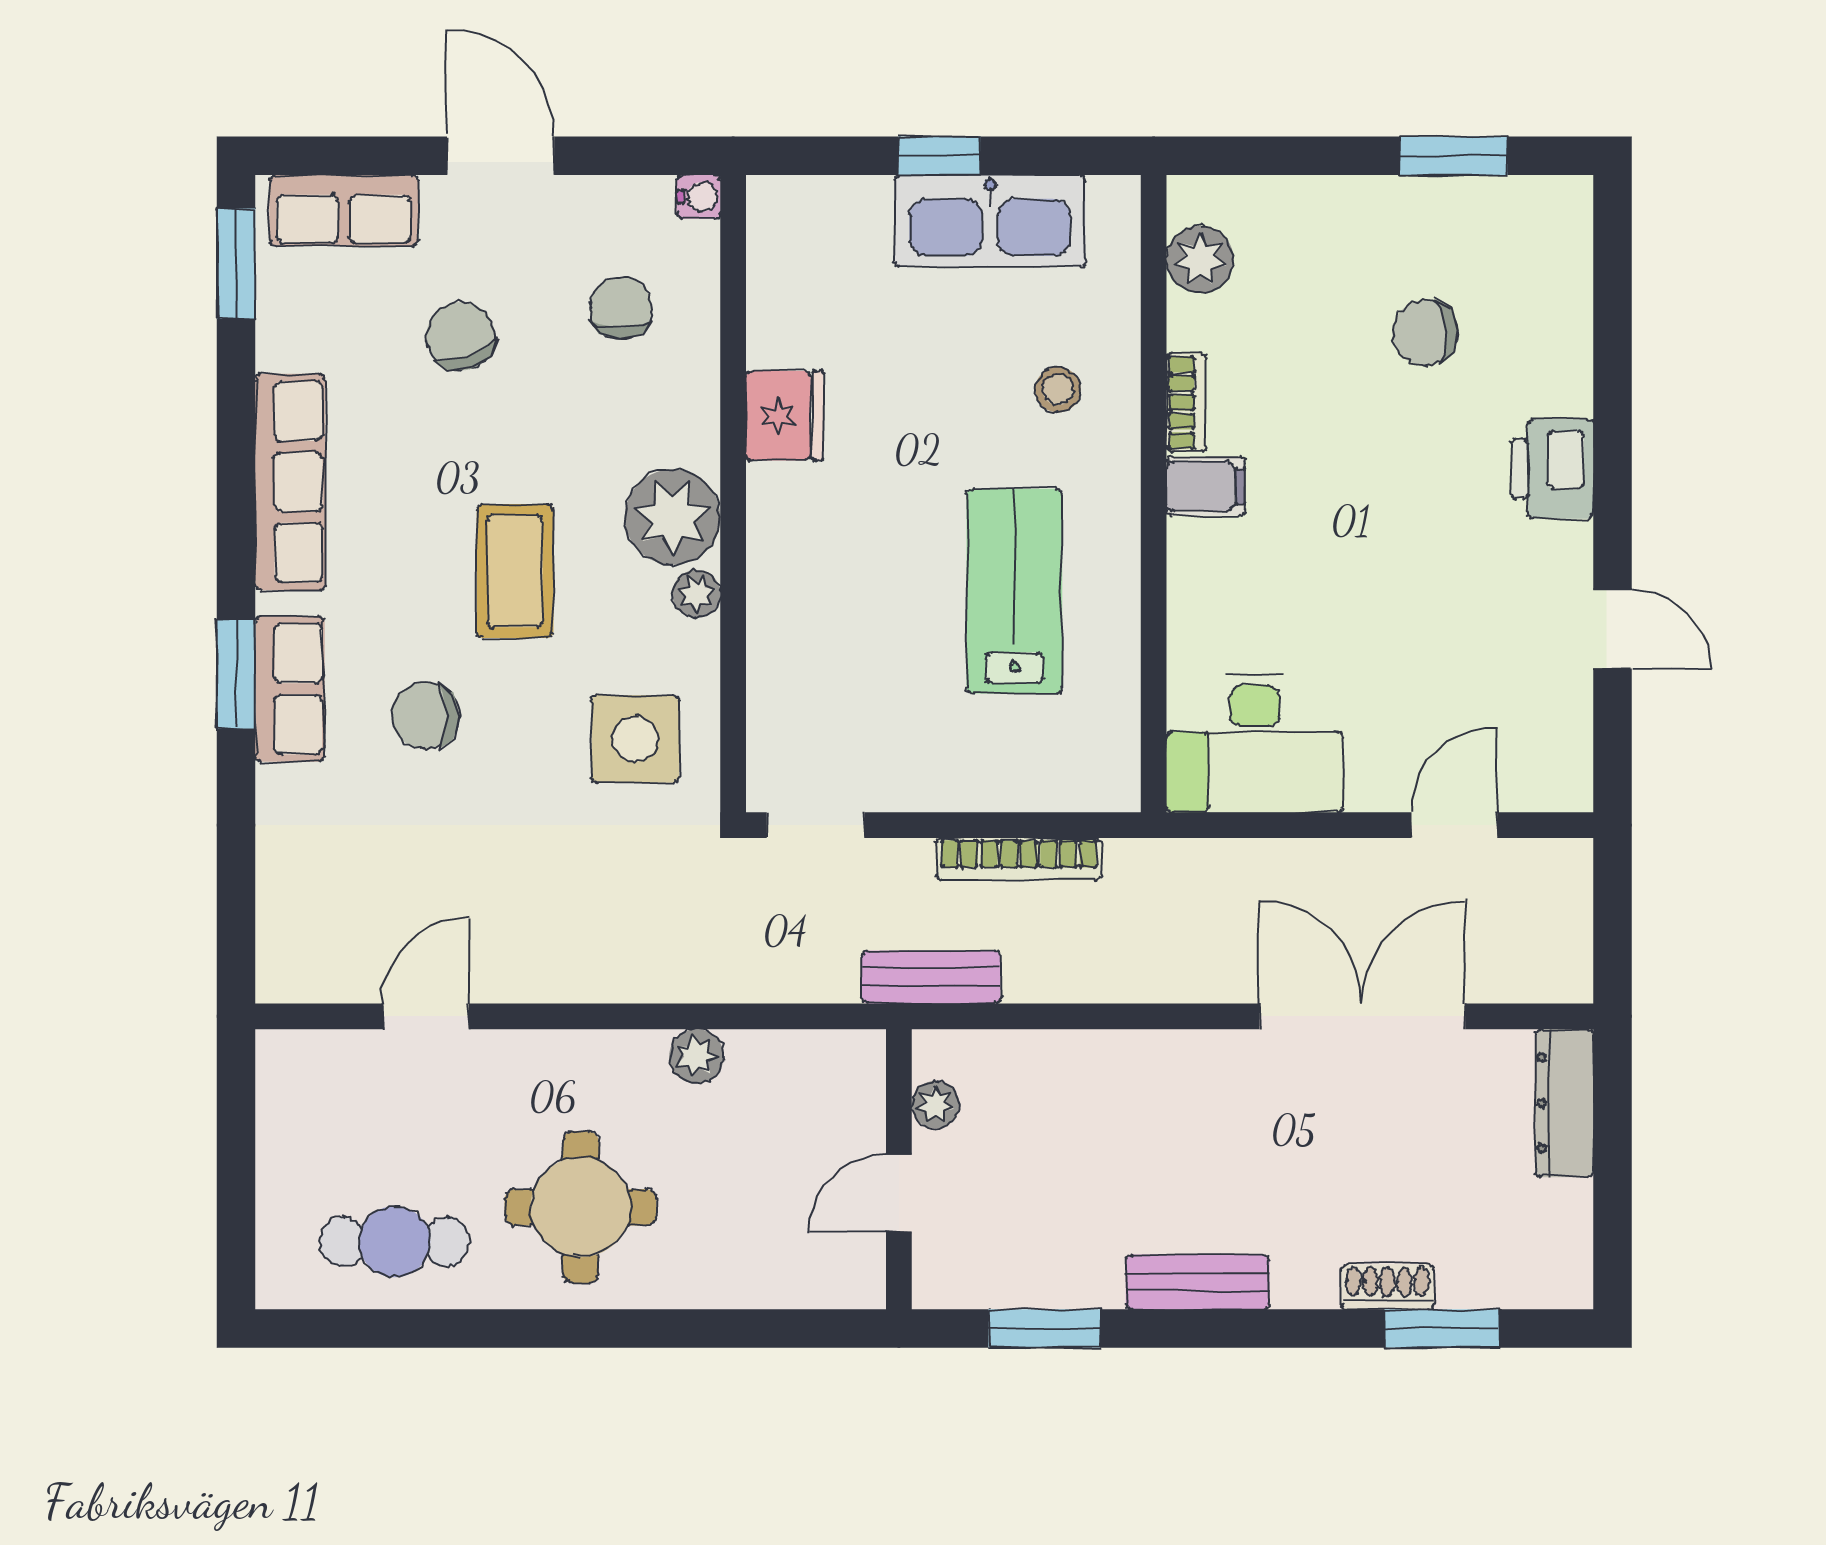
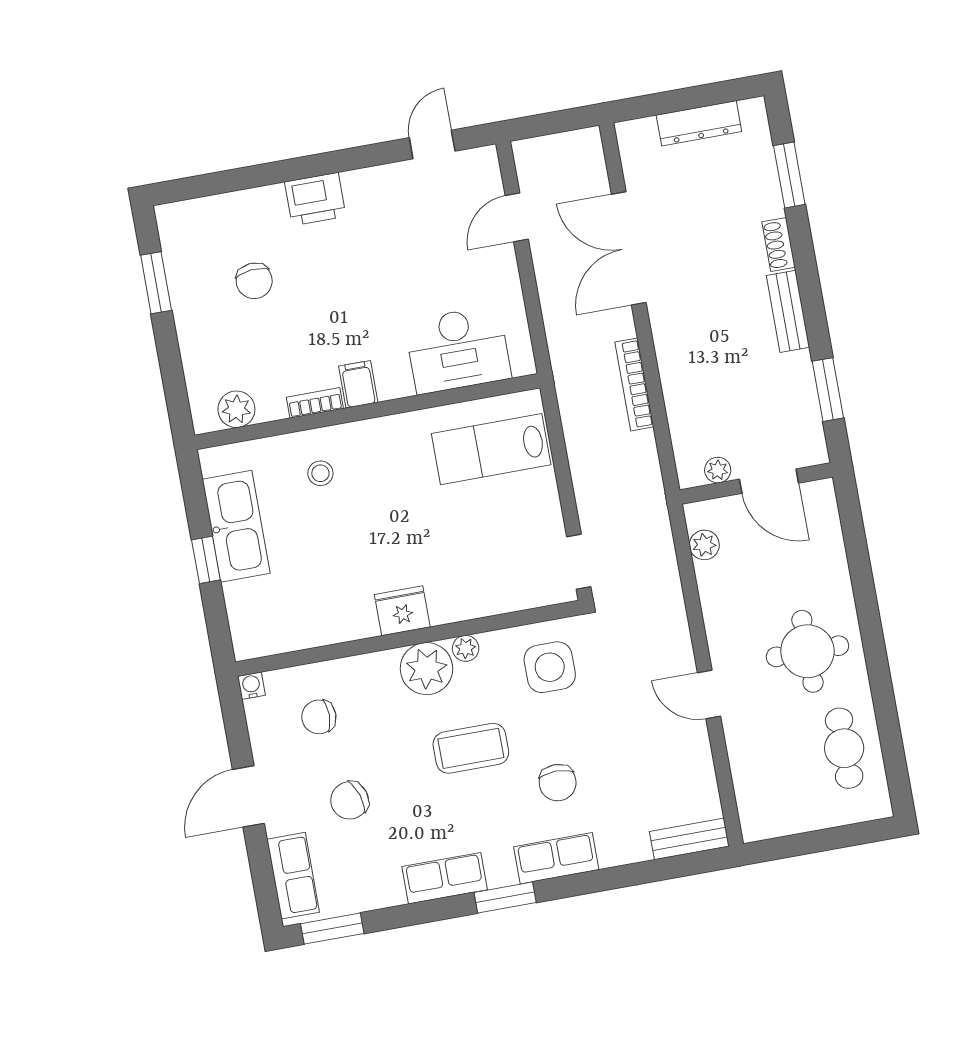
fridge: (784, 416) -> (402, 611), moved
row of seats: (290, 482) -> (445, 878), width x0.68
lab bench: (1014, 591) -> (491, 449), moved
door: (1613, 629) -> (432, 144), moved
window: (236, 674) -> (505, 897), moved
desk: (1255, 743) -> (458, 350), moved, turned 90
door: (1454, 825) -> (517, 217), hinge flipped
bookcase: (1019, 859) -> (634, 384), moved, turned 180
bench: (931, 977) -> (689, 839), moved, turned 90
door: (426, 1016) -> (709, 695), moved
plant: (696, 1056) -> (704, 545), moved
dresser: (1564, 1103) -> (699, 123), moved
door: (899, 1193) -> (769, 481), width x1.38
shoe rack: (1387, 1287) -> (779, 245), moved

